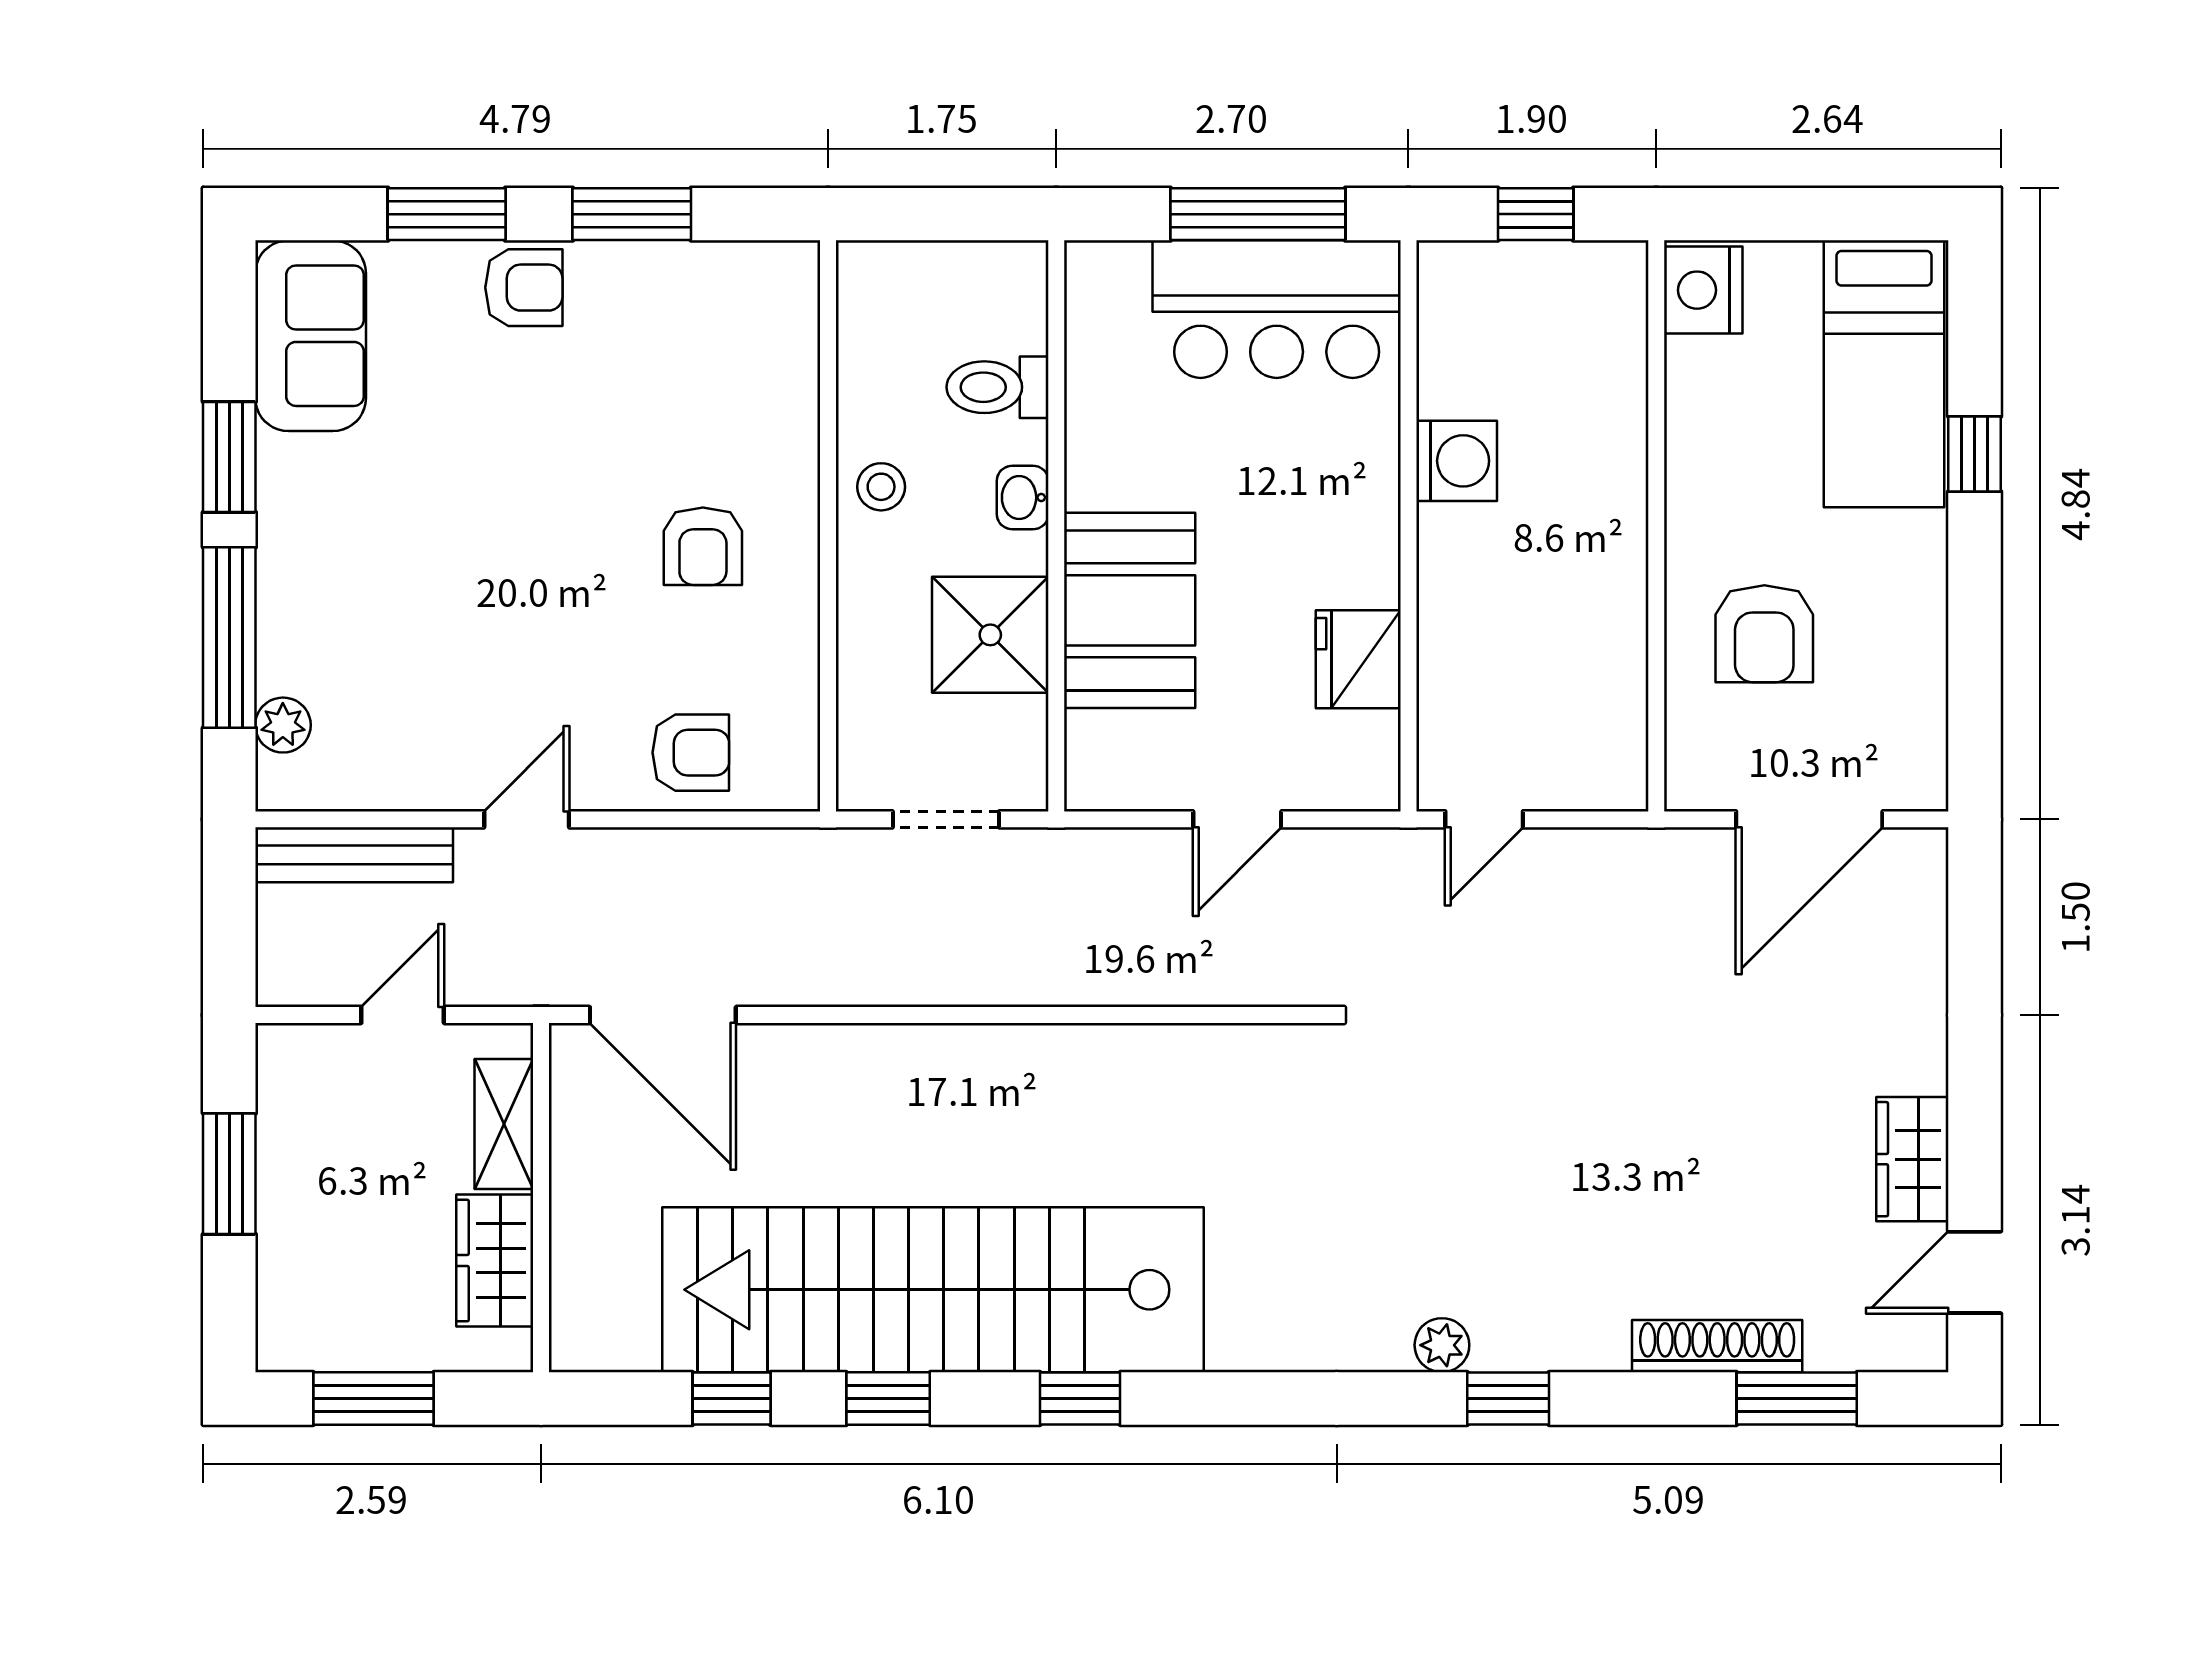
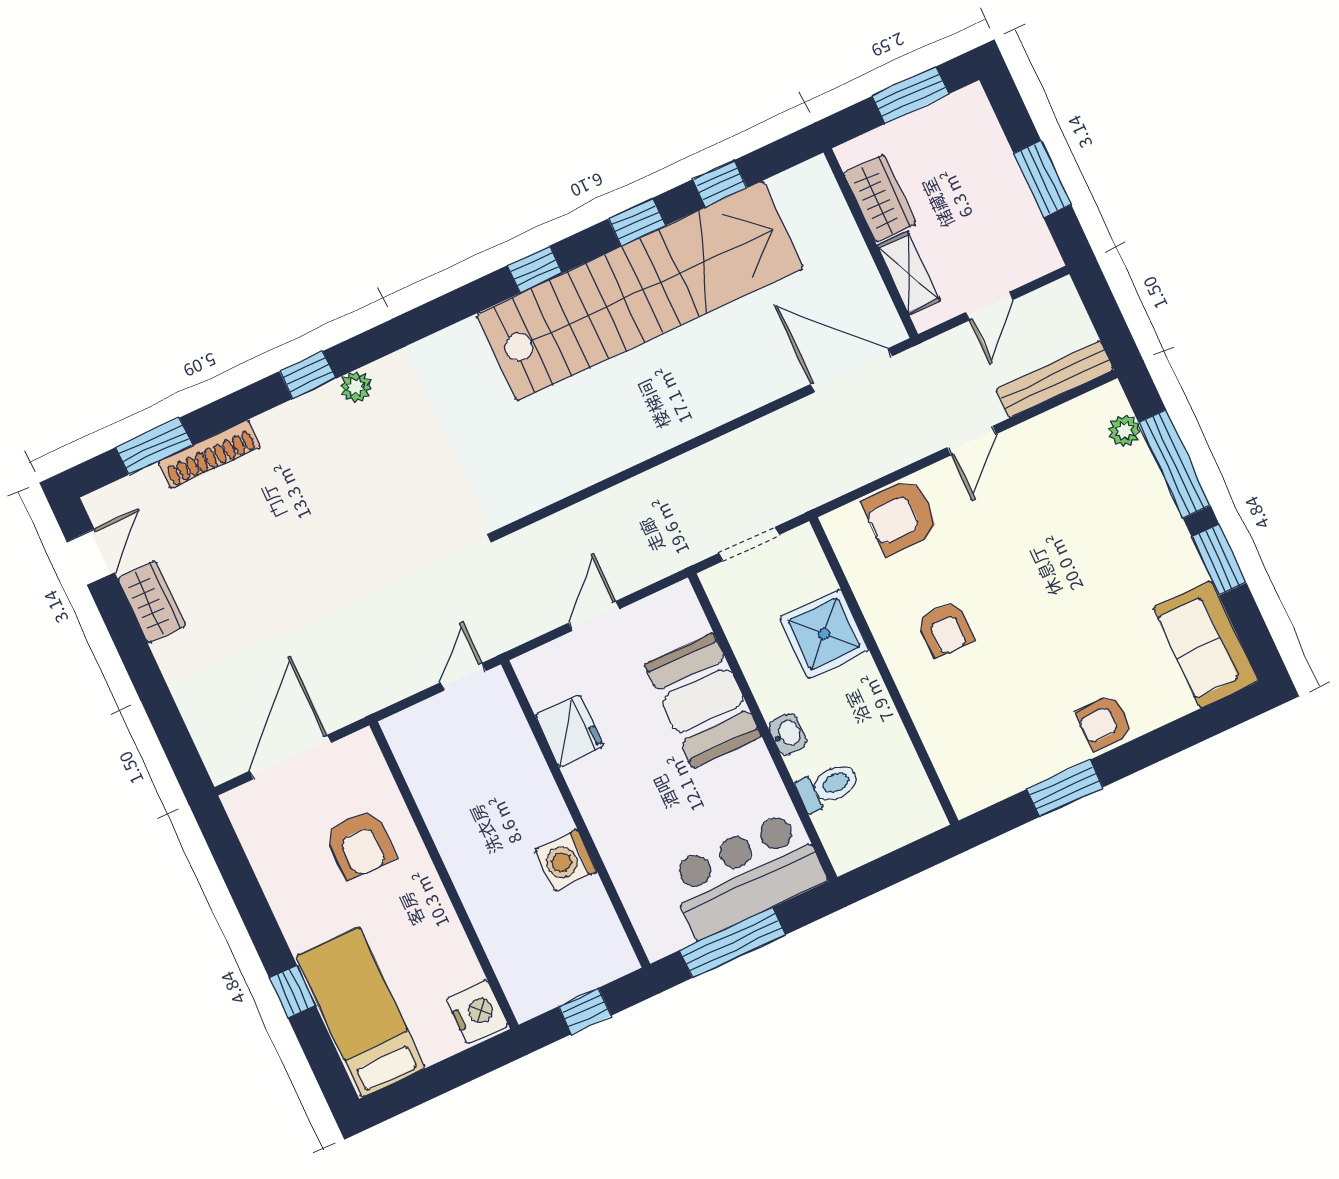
window: (447, 214) -> (1163, 742), removed
bar counter: (1277, 309) -> (746, 875), moved
stool: (881, 487) -> (865, 705), removed
armchair: (703, 546) -> (945, 629), turned 180
armchair: (1764, 634) -> (360, 844), turned 180
shower: (990, 635) -> (824, 634), moved
armchair: (691, 753) -> (901, 517), width x1.38, depth x1.38

